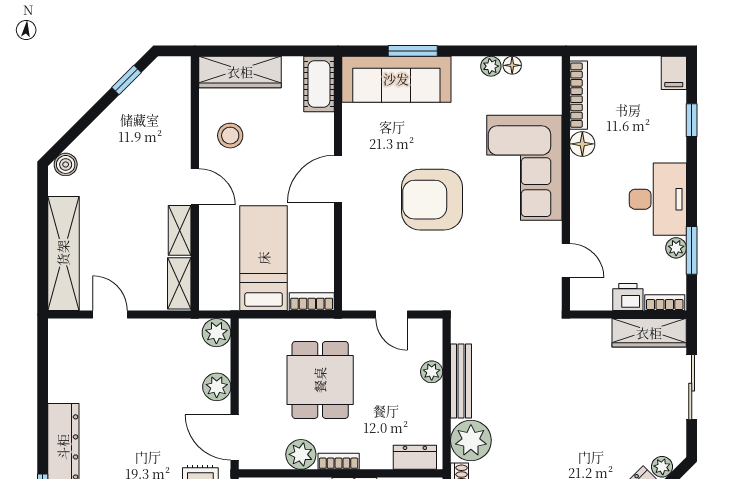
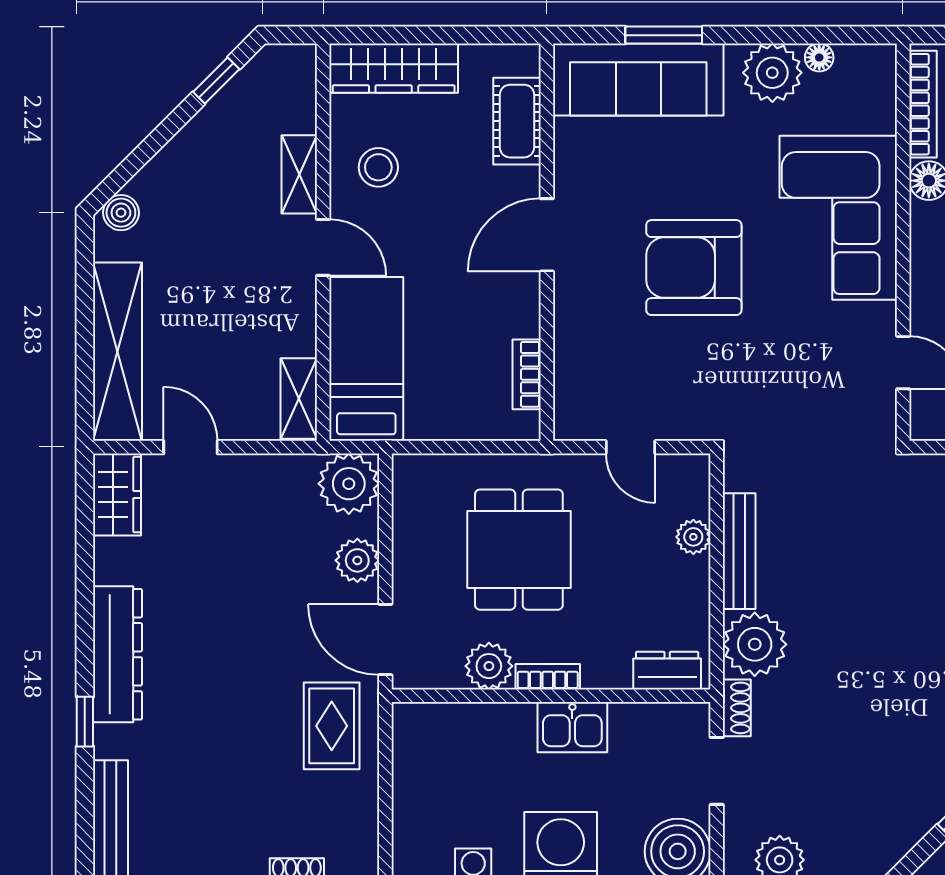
plant: (491, 66) -> (772, 73), width x1.87, depth x1.87
cot: (319, 84) -> (517, 121), moved
shelving: (180, 230) -> (299, 174), moved
bed: (264, 258) -> (366, 359), moved
bookcase: (312, 302) -> (527, 374), moved, turned -90
plant: (216, 333) -> (349, 484), width x1.36, depth x1.36
wardrobe: (63, 345) -> (117, 494), added

